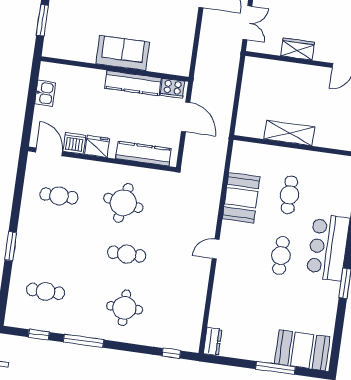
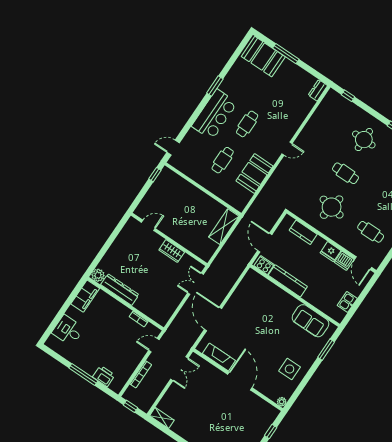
sofa: (123, 53) -> (310, 321), moved
shelving: (289, 133) -> (224, 227), moved, turned 90
kitchen counter: (144, 154) -> (303, 232), width x0.67

